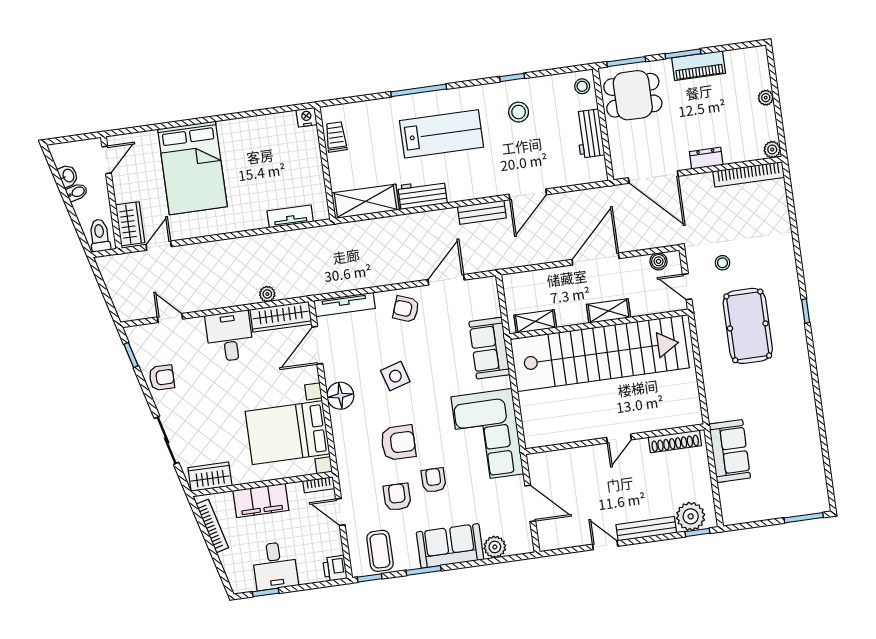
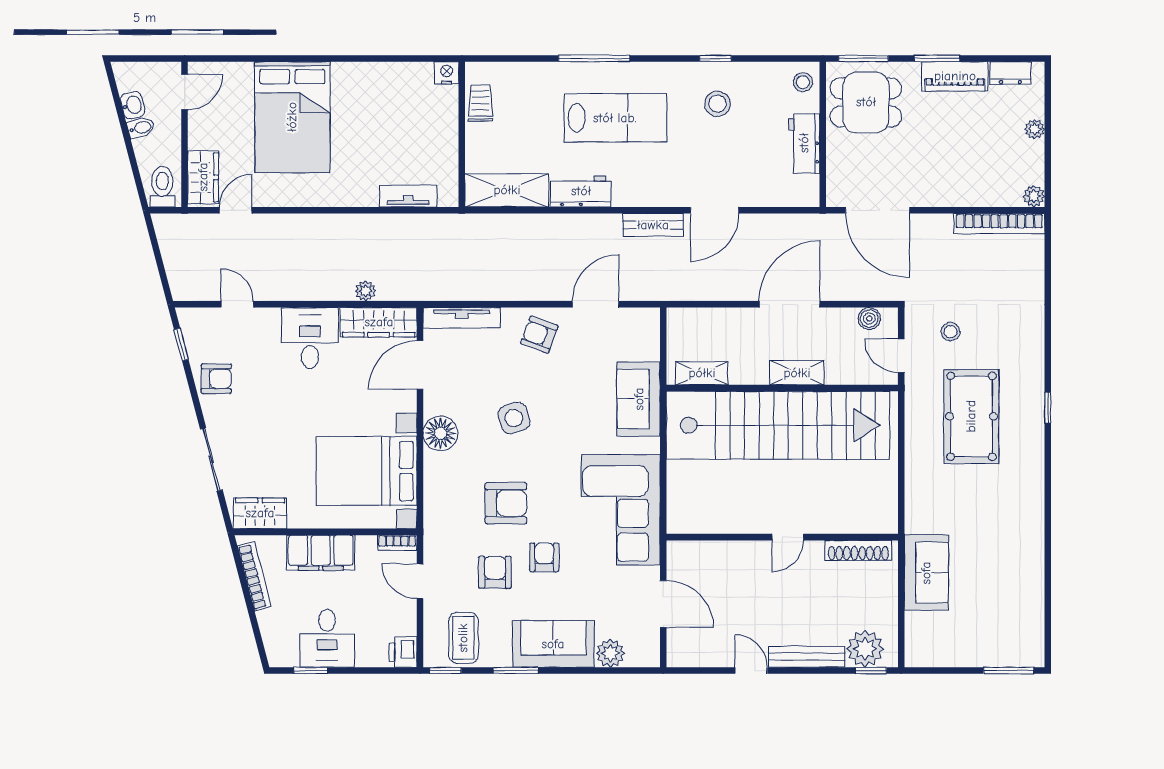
dresser: (706, 158) -> (1010, 73), moved, turned 180

